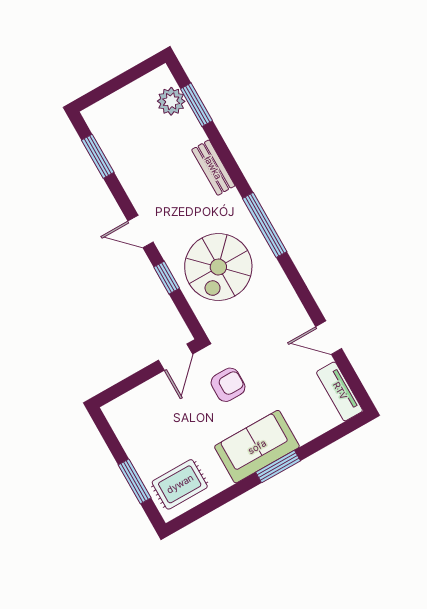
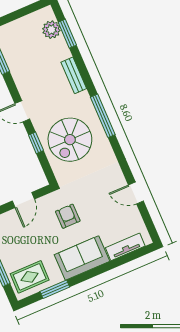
door: (176, 357) -> (23, 200), moved
armchair: (228, 385) -> (68, 216), turned -90
tv unit: (340, 391) -> (125, 247), moved, turned 90
window: (278, 467) -> (55, 289), moved

